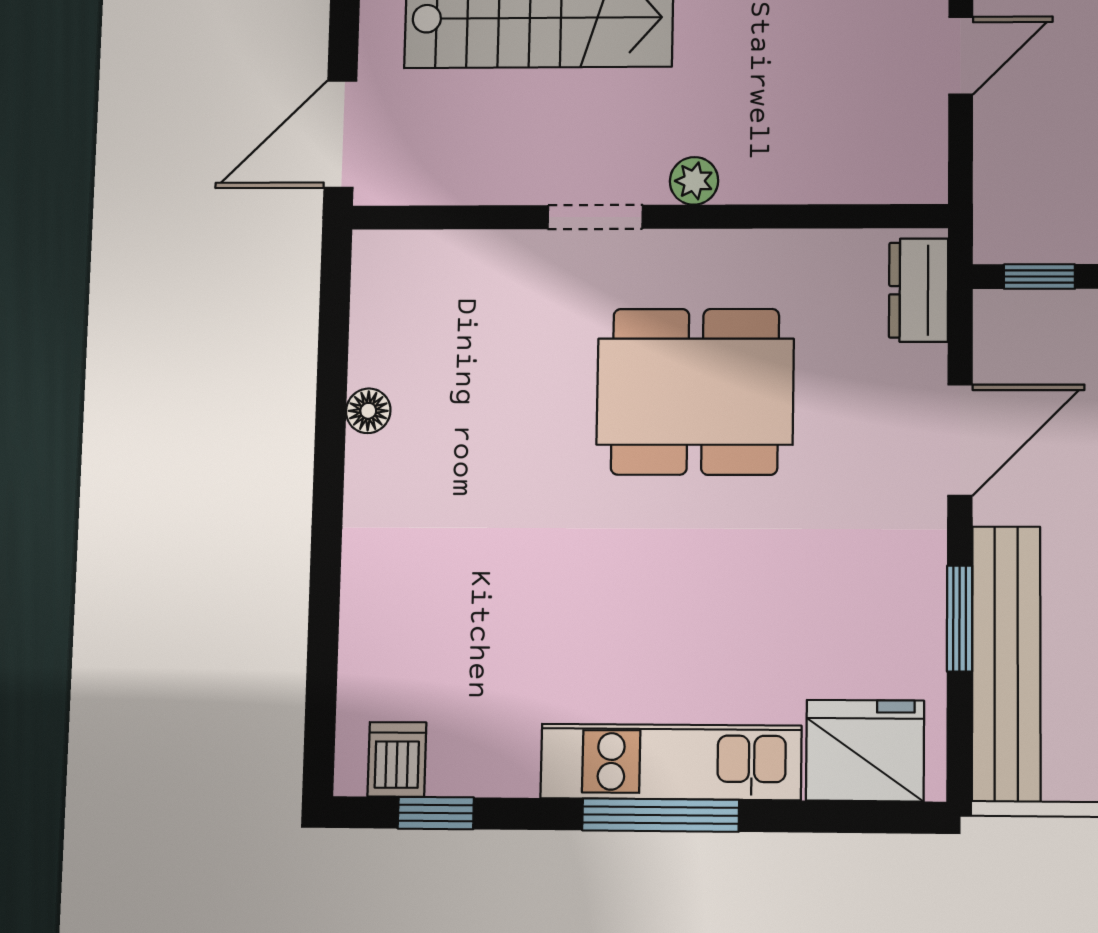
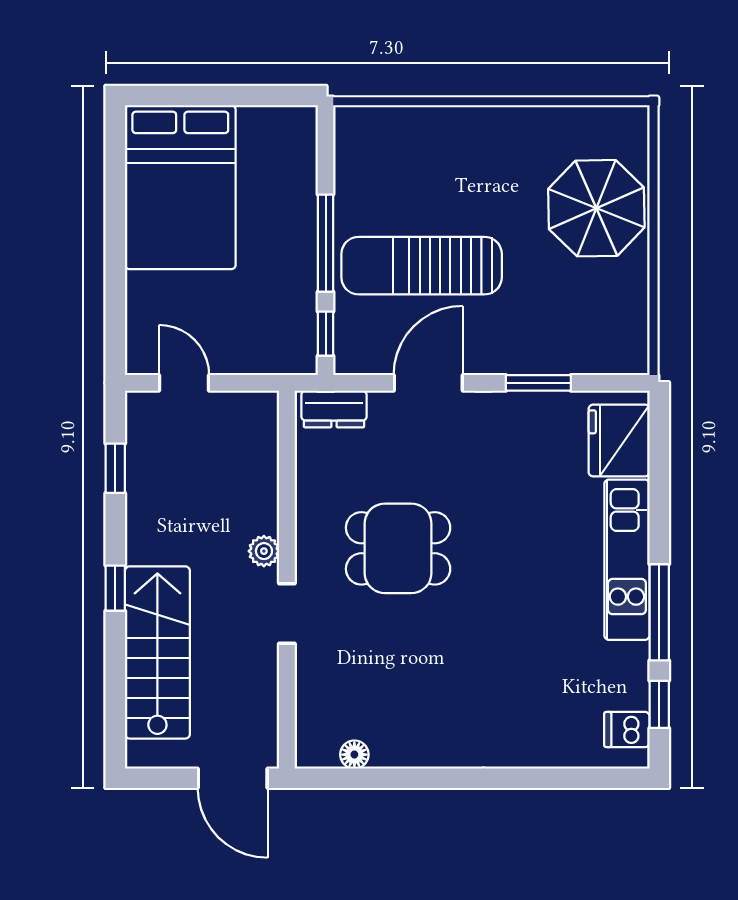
dining table: (695, 392) -> (398, 548), width x0.73
floor lamp: (368, 411) -> (354, 755), moved
door: (960, 440) -> (428, 383), hinge flipped
bench: (1006, 663) -> (566, 354), removed
window: (661, 815) -> (659, 612), moved

